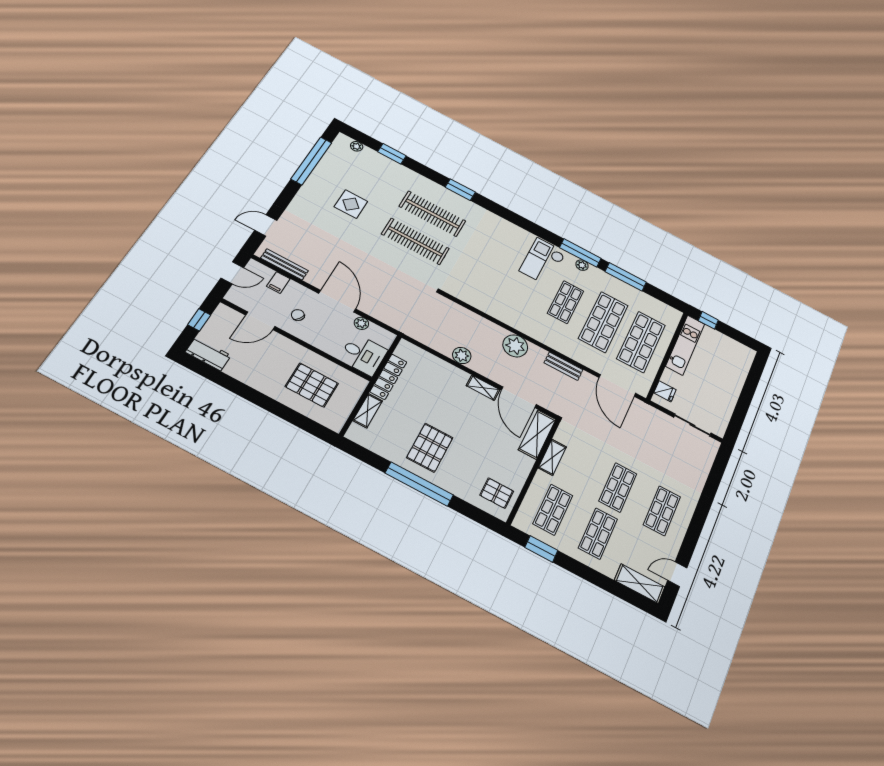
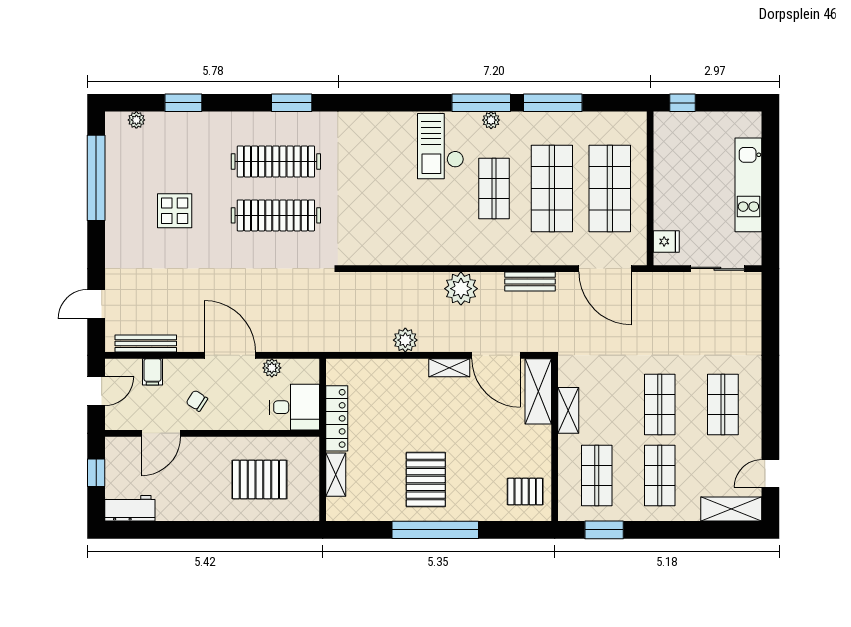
kitchen unit: (685, 345) -> (748, 185), moved, turned 180

